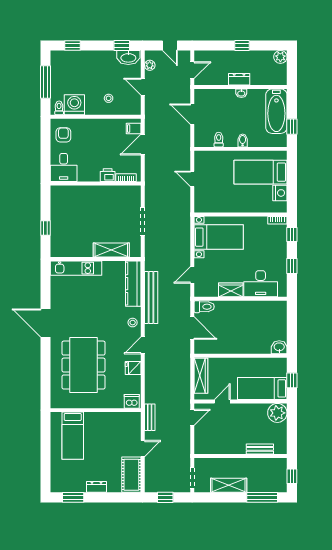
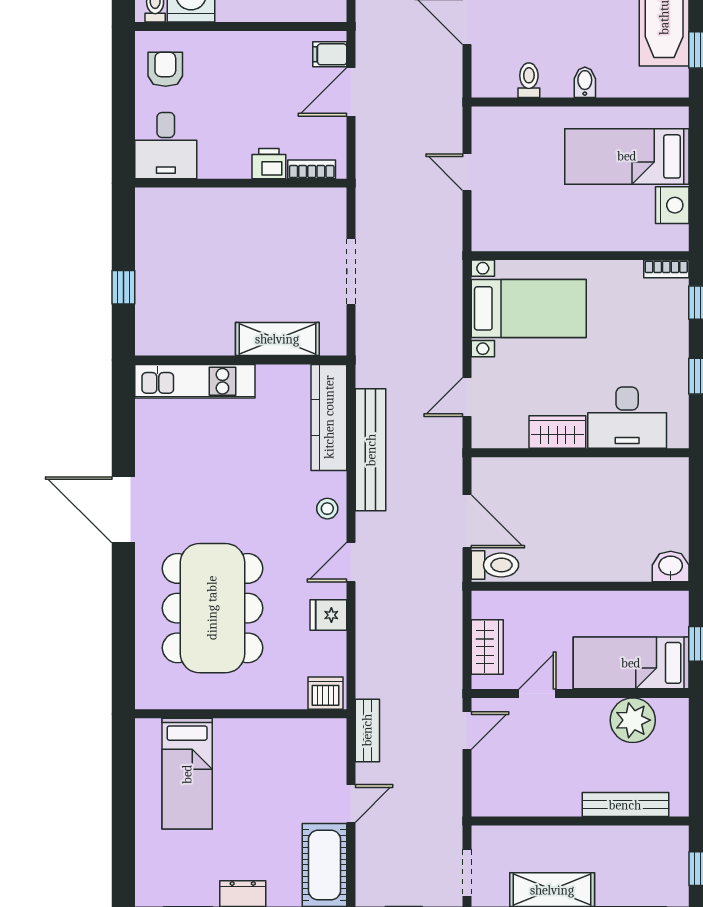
toilet: (204, 307) -> (495, 565), moved
wardrobe: (201, 376) -> (487, 647), width x0.67
plant: (277, 413) -> (633, 720), moved
bench: (260, 449) -> (625, 805), width x1.36

